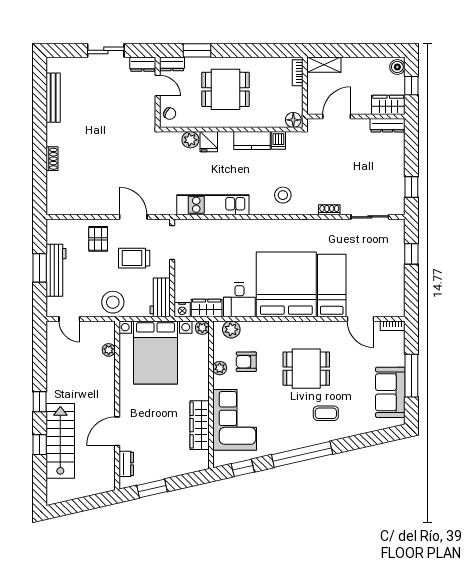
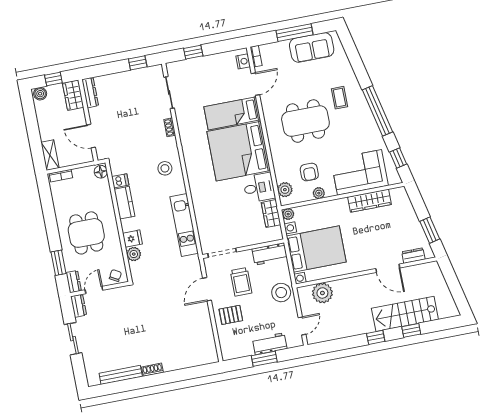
shoe rack: (52, 159) -> (152, 370), moved
workbench: (56, 270) -> (270, 344), width x0.73
nightstand: (182, 310) -> (243, 61), moved
plant: (109, 350) -> (322, 293), width x1.88, depth x1.88
dining table: (306, 369) -> (305, 121), width x1.38

